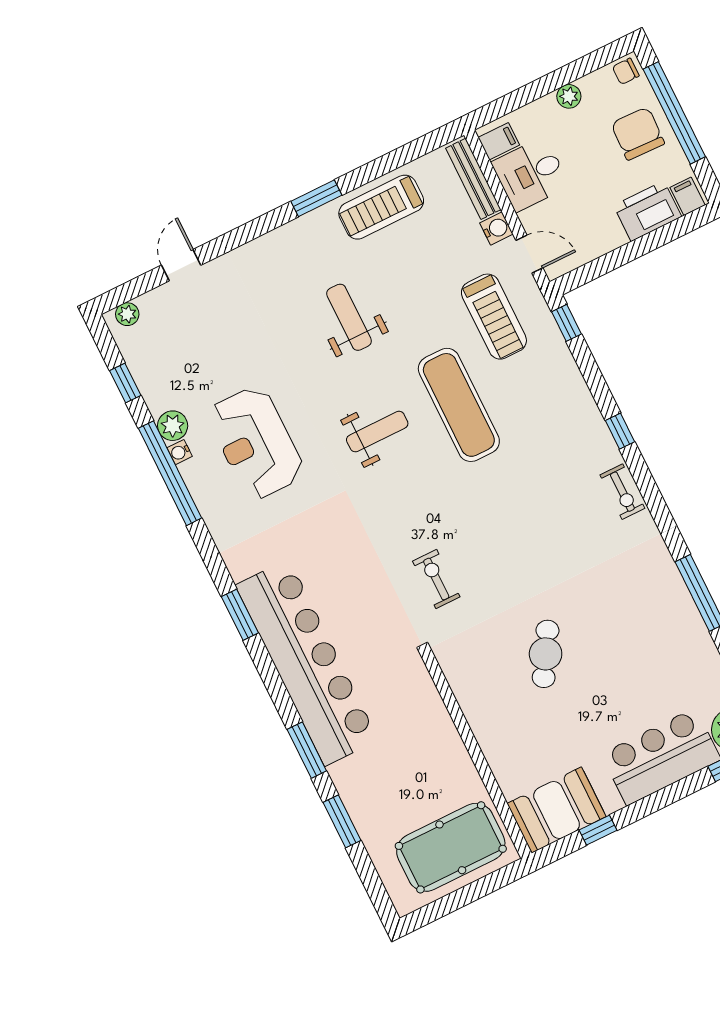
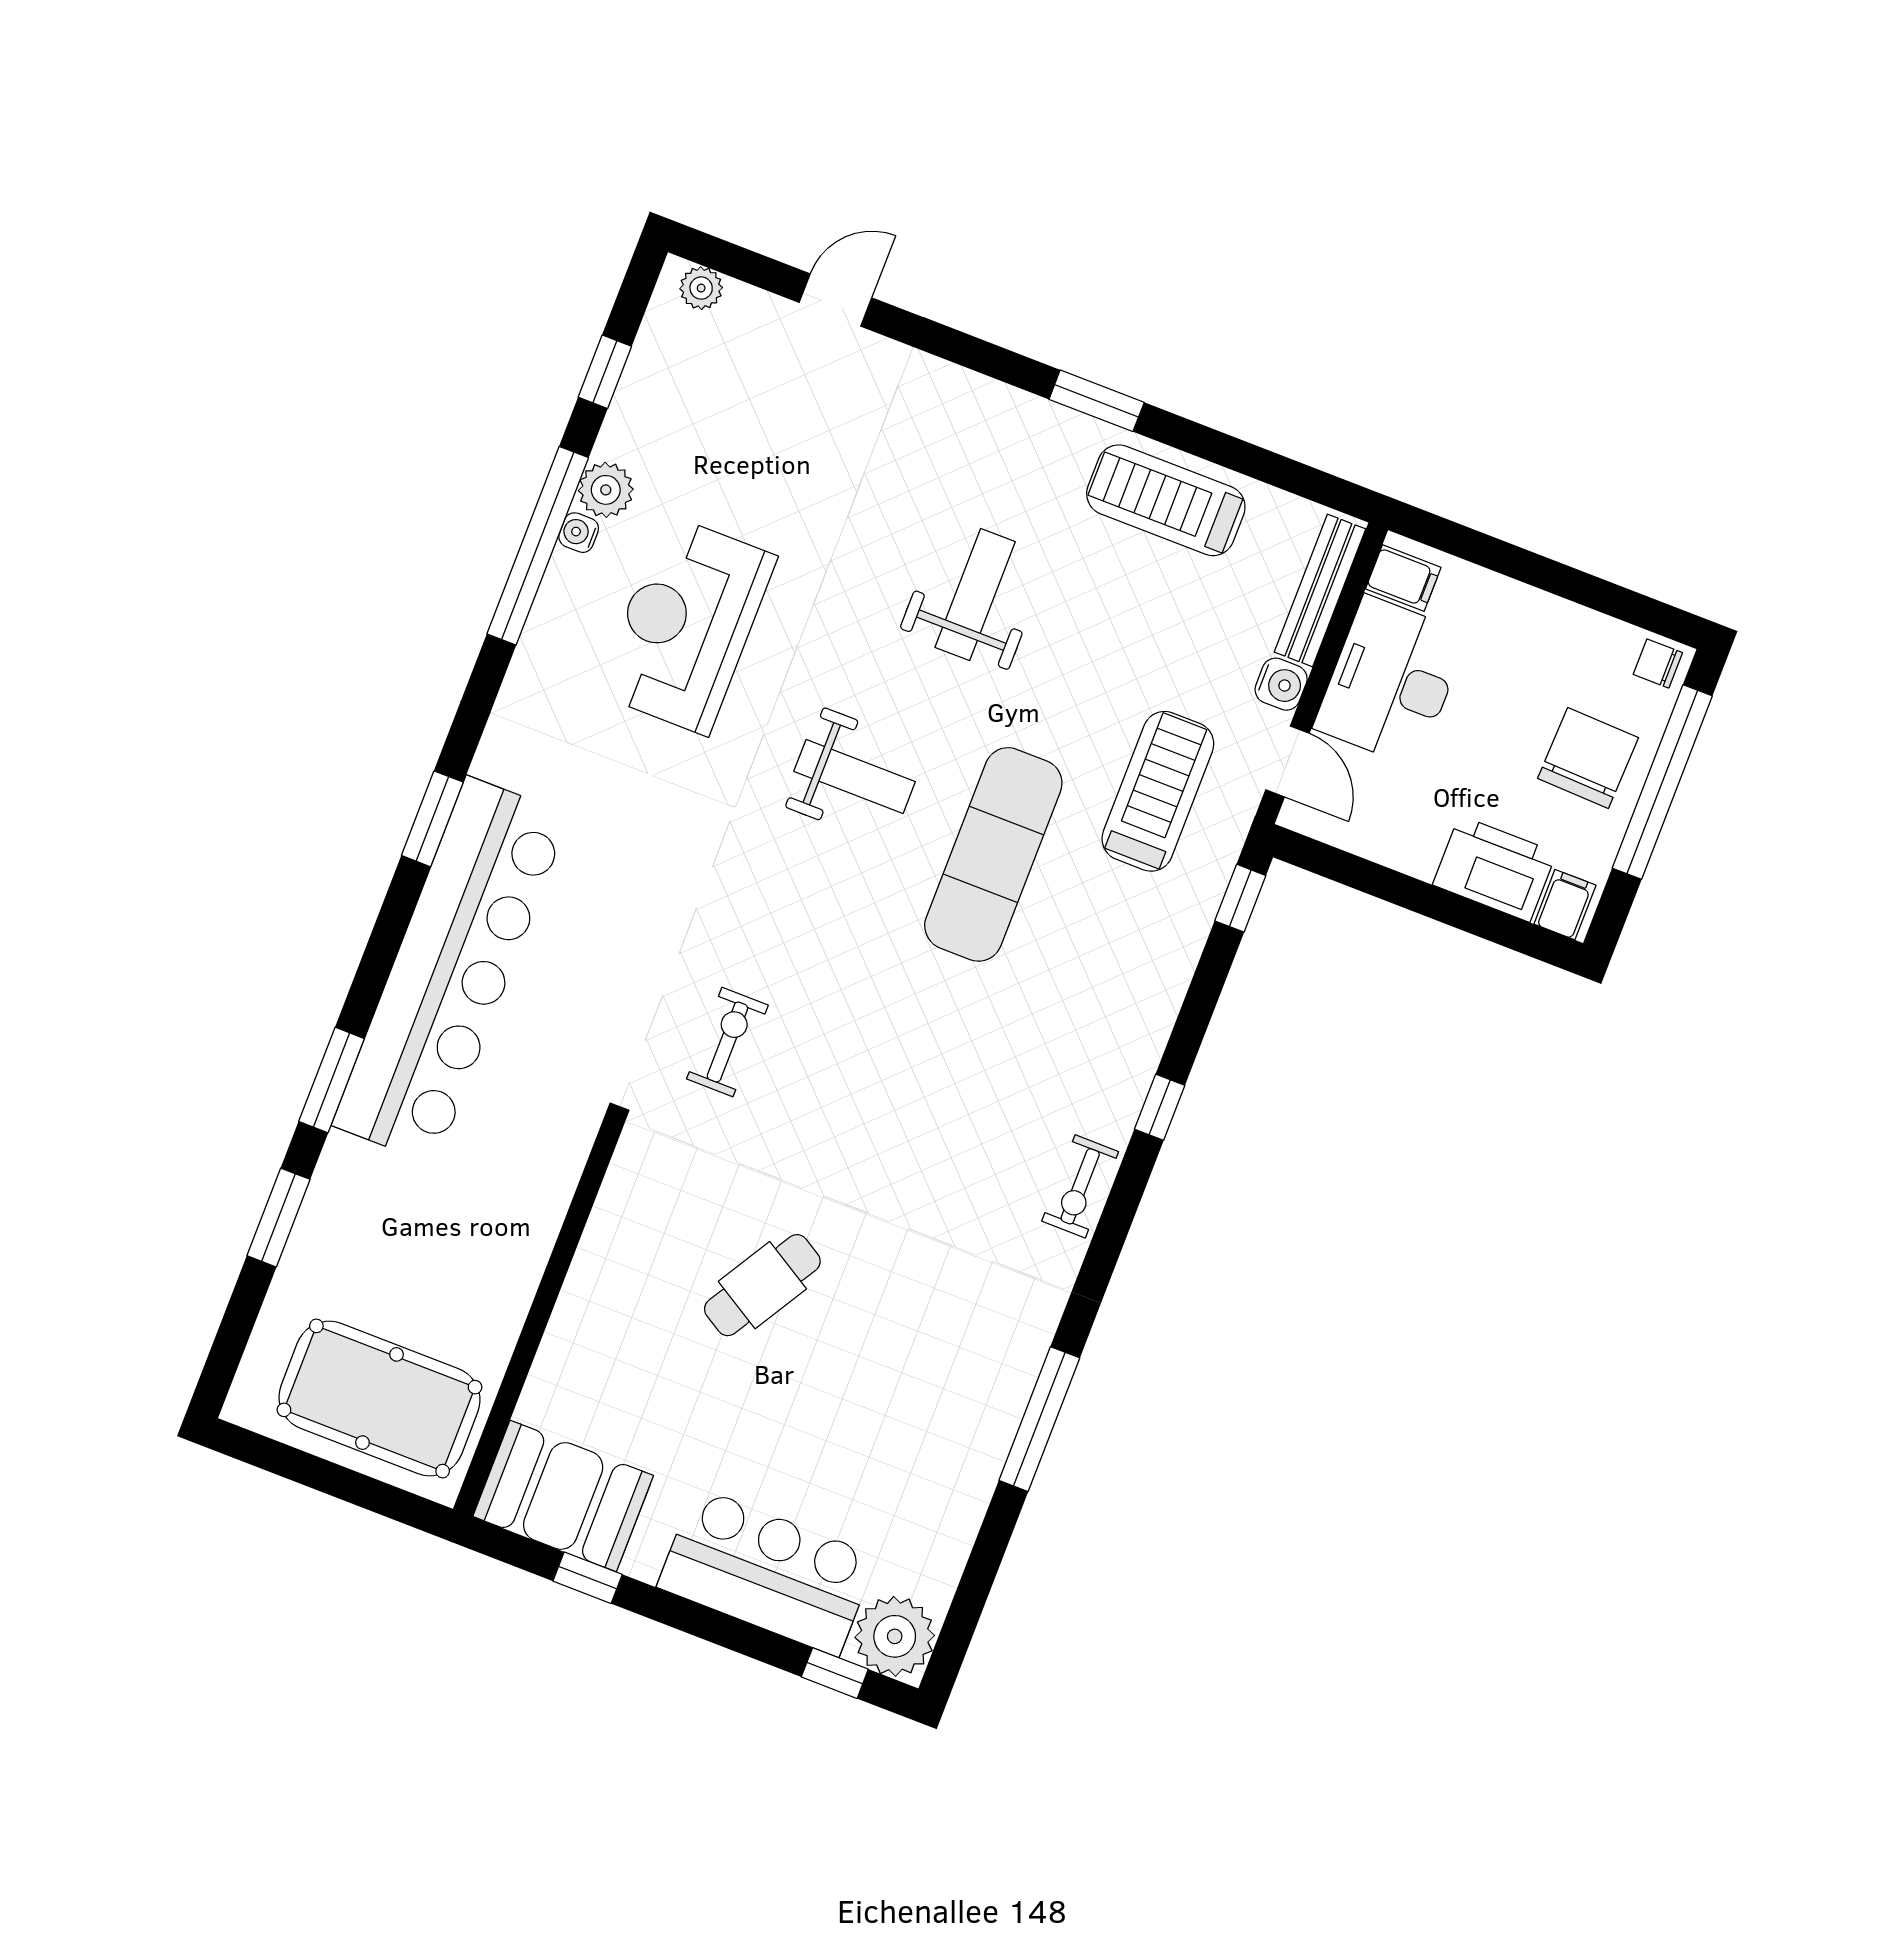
plant: (569, 96) -> (1552, 617), removed
desk: (530, 174) -> (1391, 681), width x1.37
treadmill: (494, 317) -> (1158, 791), turned 180

